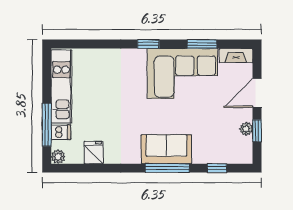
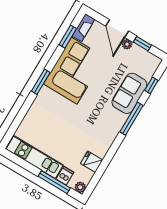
window: (148, 44) -> (41, 82), width x1.50
window: (202, 44) -> (68, 37), moved
plant: (246, 129) -> (127, 44), moved
sofa: (166, 149) -> (129, 93), moved

